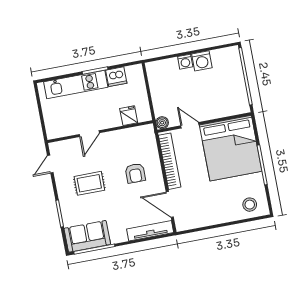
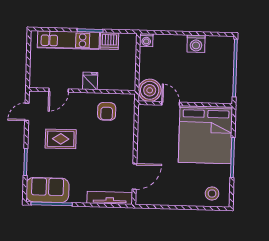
washing machine: (185, 62) -> (146, 40), moved
fridge: (129, 116) -> (90, 81), moved
boiler: (162, 123) -> (150, 90), width x1.86, depth x1.86
door: (89, 134) -> (59, 90), moved
bookcase: (170, 161) -> (143, 134), removed
armchair: (135, 173) -> (107, 111), moved
door: (170, 204) -> (134, 176), swing flipped

